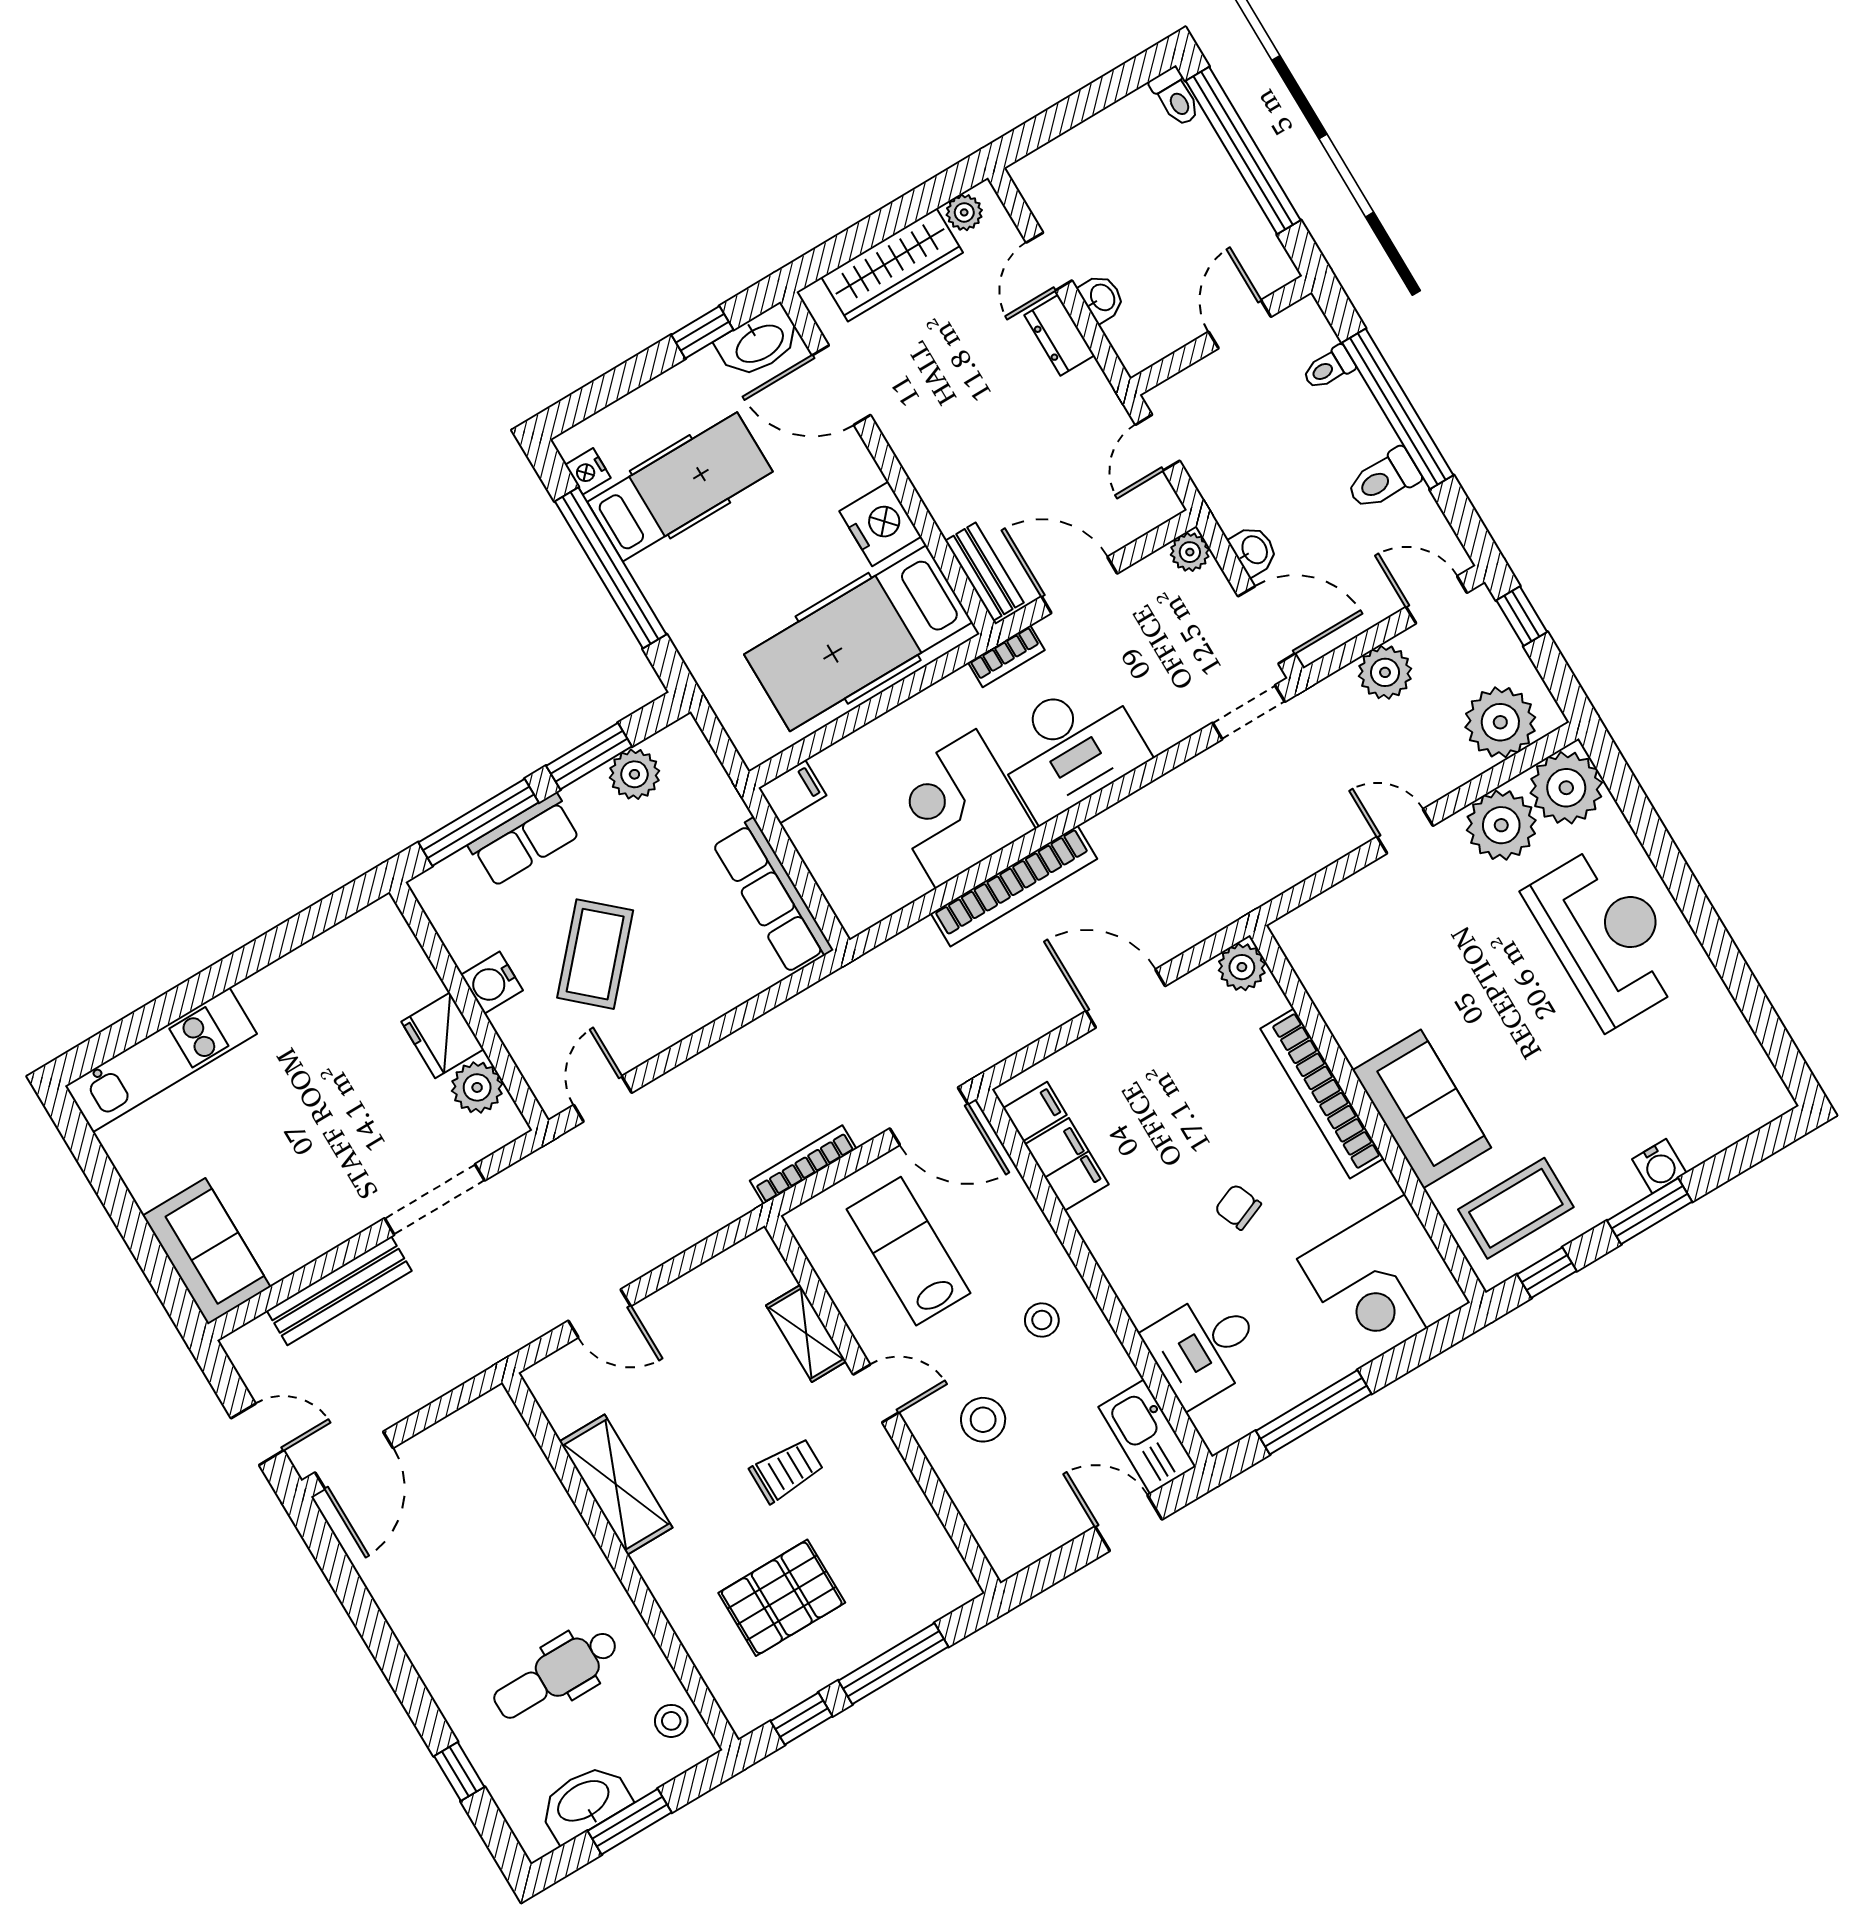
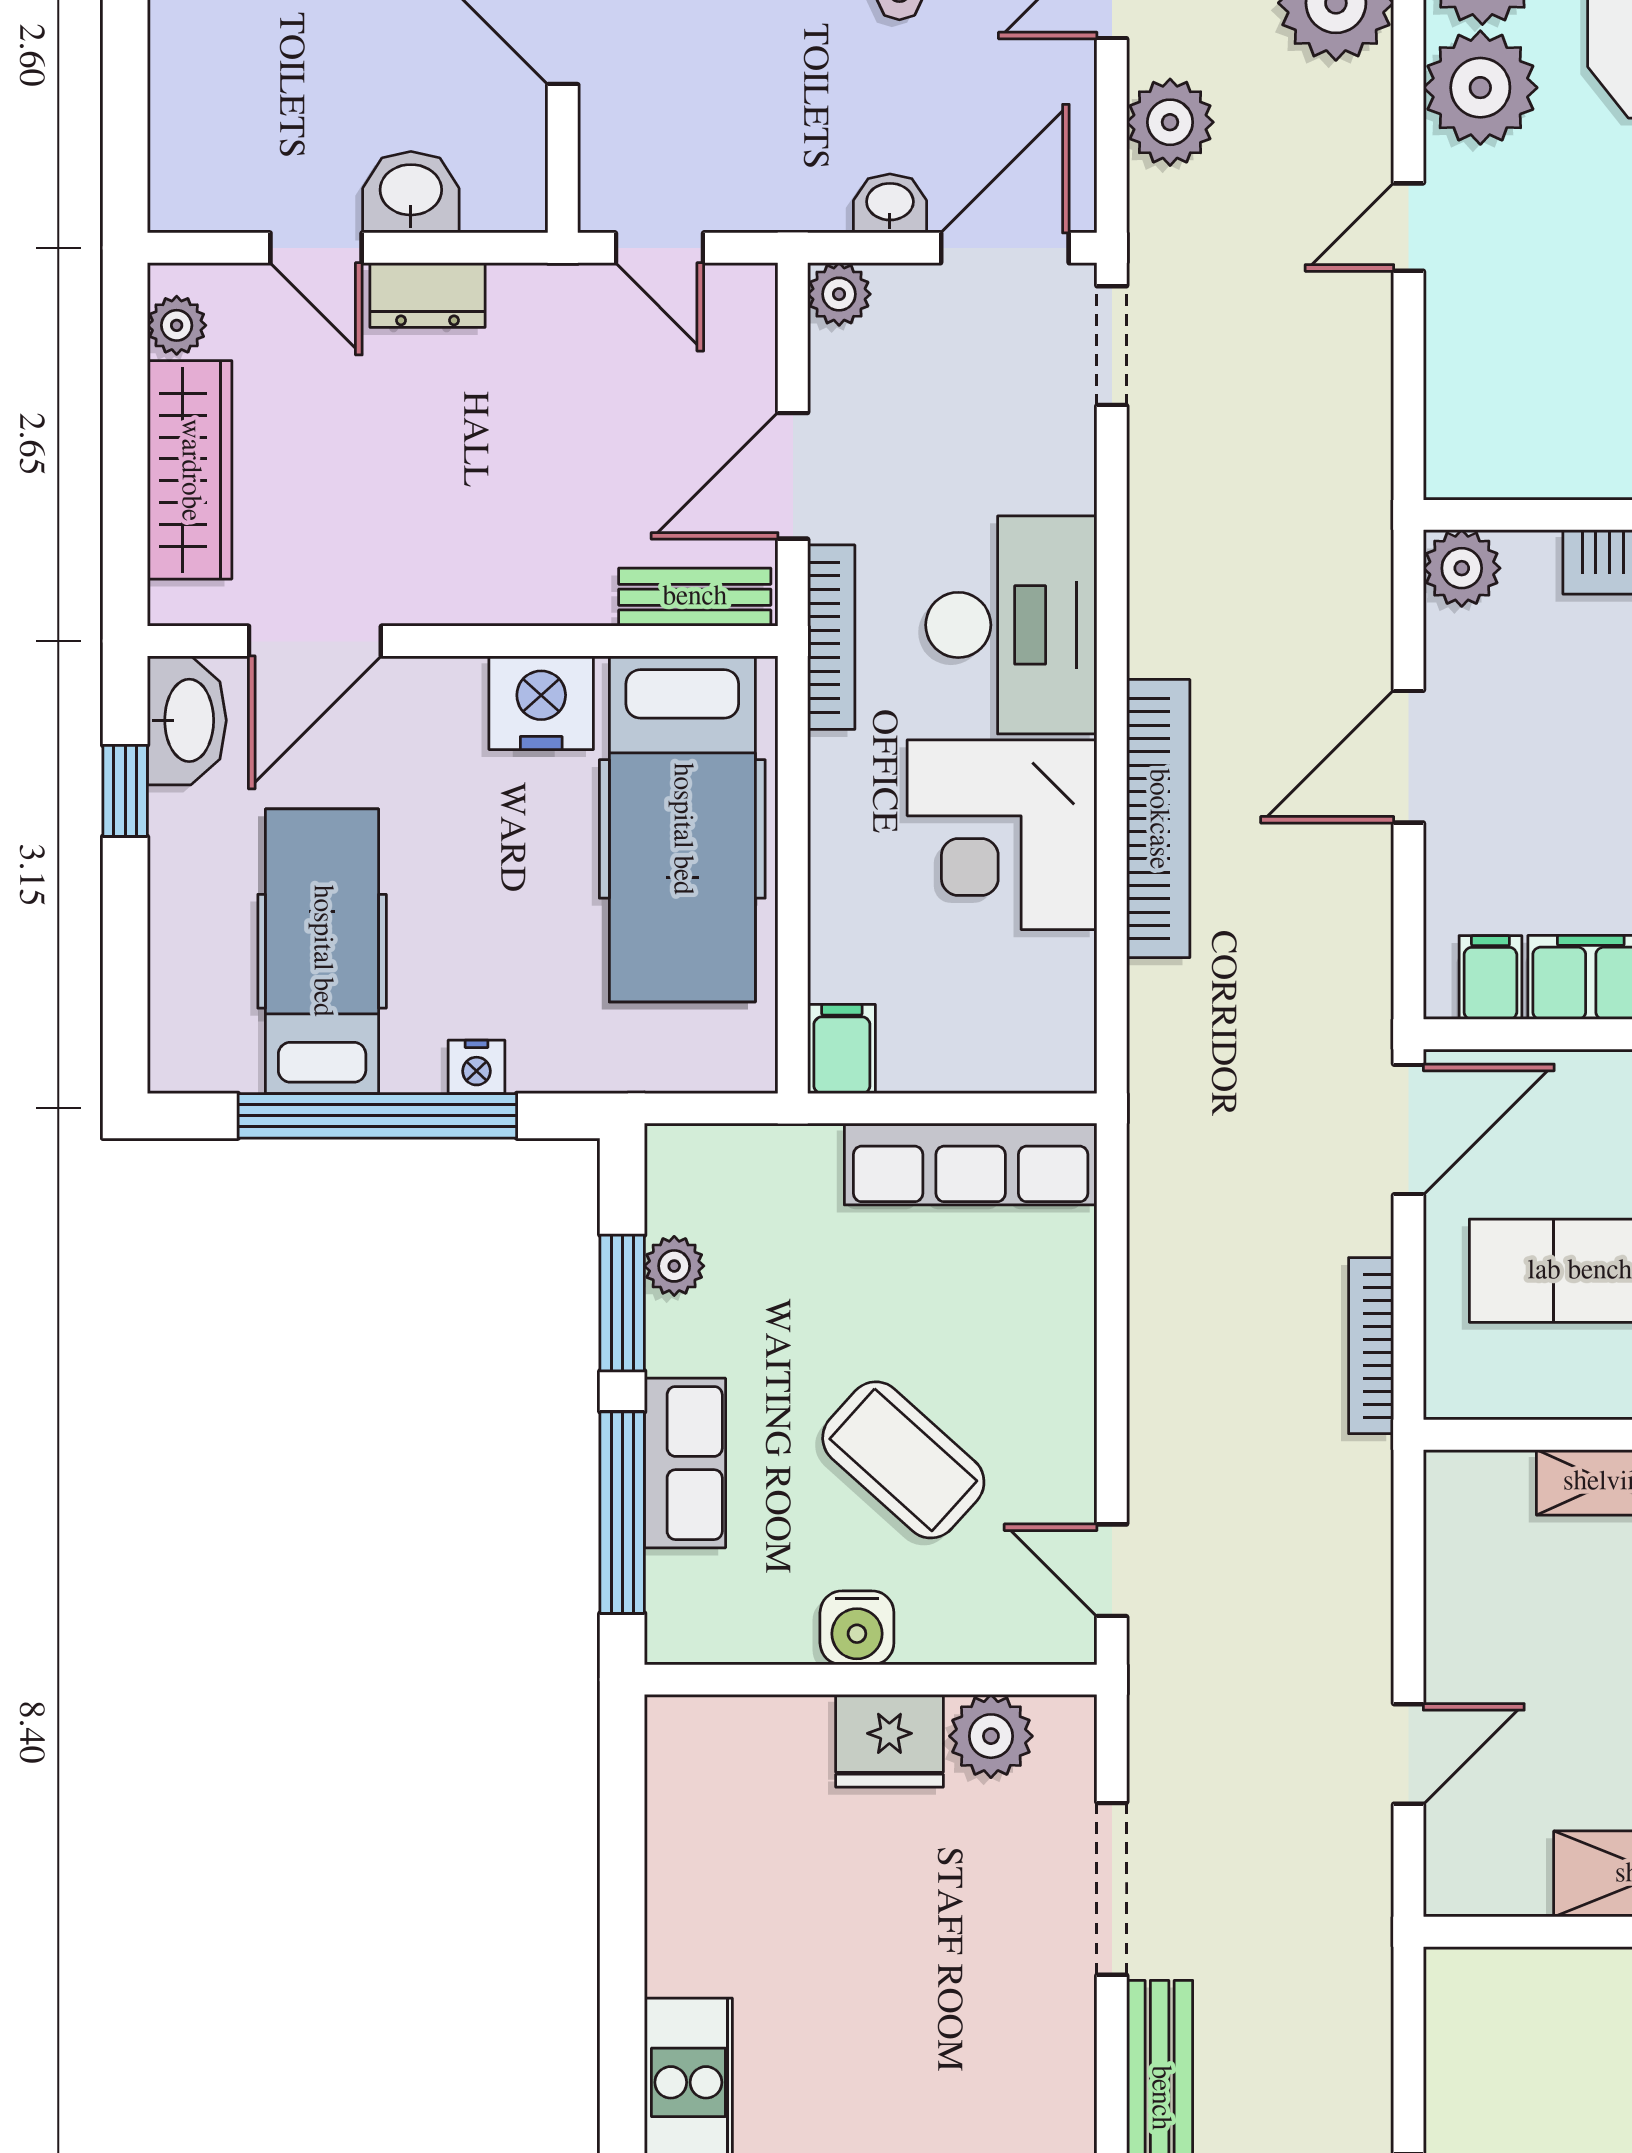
washbasin: (1102, 298) -> (411, 192), width x1.38, depth x1.45
nightstand: (588, 471) -> (477, 1067), moved
bookcase: (1006, 656) -> (831, 637), width x1.56
plant: (634, 774) -> (674, 1266), width x0.73, depth x0.73

